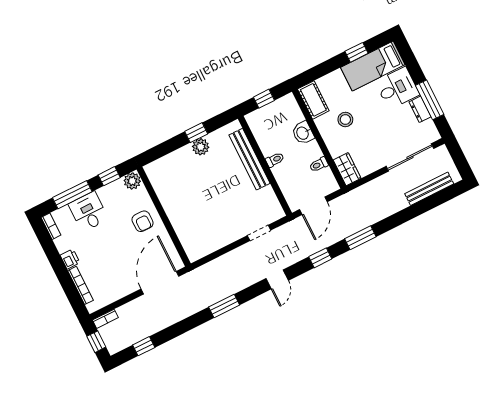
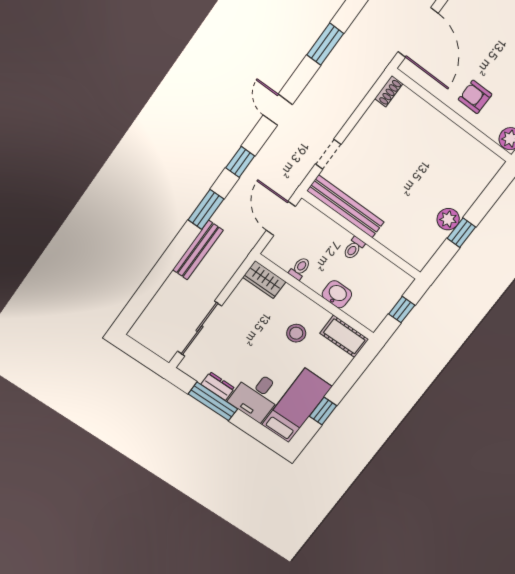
bench: (249, 159) -> (345, 206), moved
bench: (429, 189) -> (198, 250), moved
shoe rack: (198, 254) -> (389, 91), added

